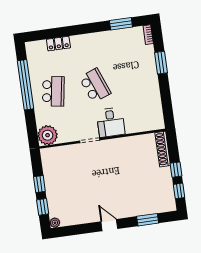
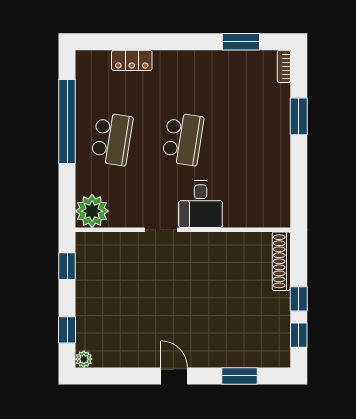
school desk: (95, 85) -> (183, 139), turned 30
window: (39, 184) -> (67, 266), moved

